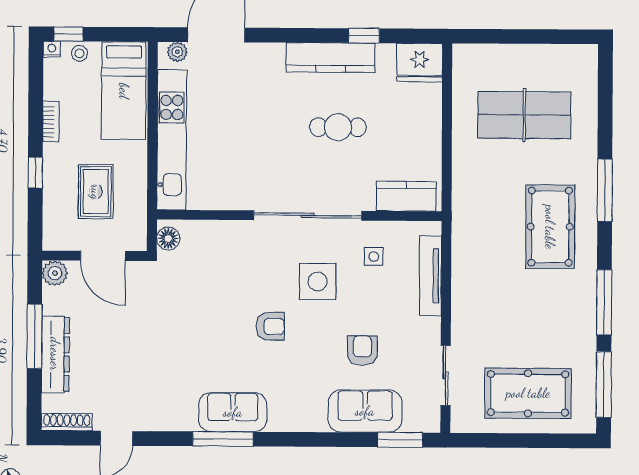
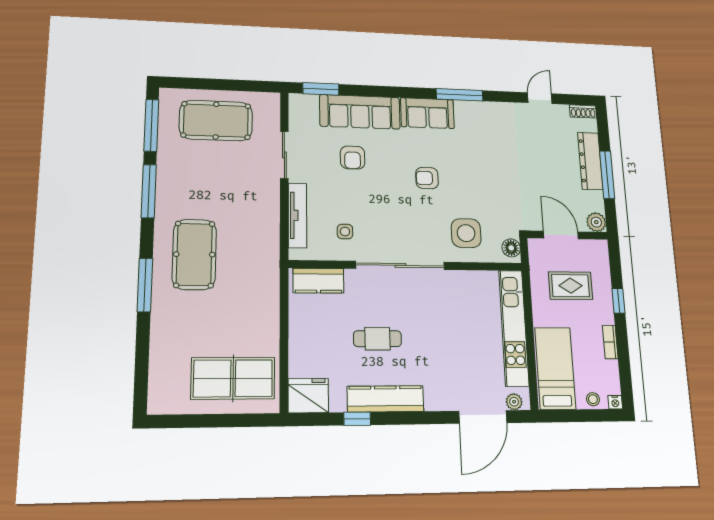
window: (68, 34) -> (603, 415), removed
table tennis table: (524, 115) -> (233, 378), moved
rug: (96, 192) -> (571, 286), turned 90
side table: (318, 281) -> (466, 233), moved
sliding door: (446, 375) -> (284, 155), moved
sofa: (365, 411) -> (360, 112), width x1.36
sofa: (233, 412) -> (427, 113), moved
shoe rack: (67, 422) -> (583, 111), width x0.70

